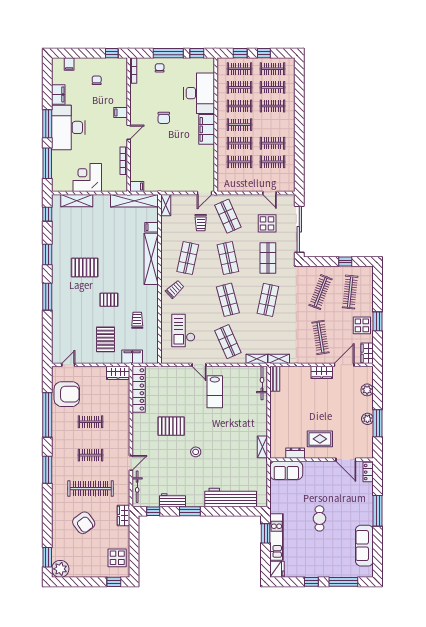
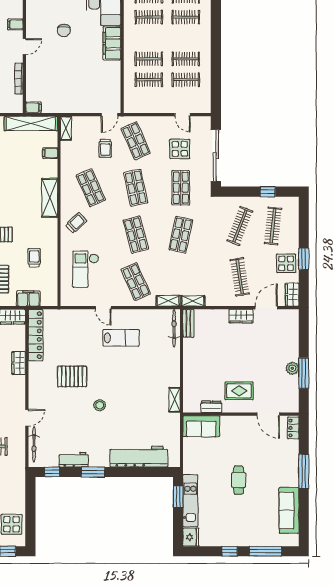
clothes rail: (239, 125) -> (149, 38), removed
shop shelf: (188, 258) -> (91, 188), turned -36
shelving: (151, 259) -> (50, 198), width x0.68
plant: (367, 390) -> (292, 336), removed
lab bench: (215, 392) -> (121, 338), turned -90
wardrobe: (124, 516) -> (19, 363), moved

